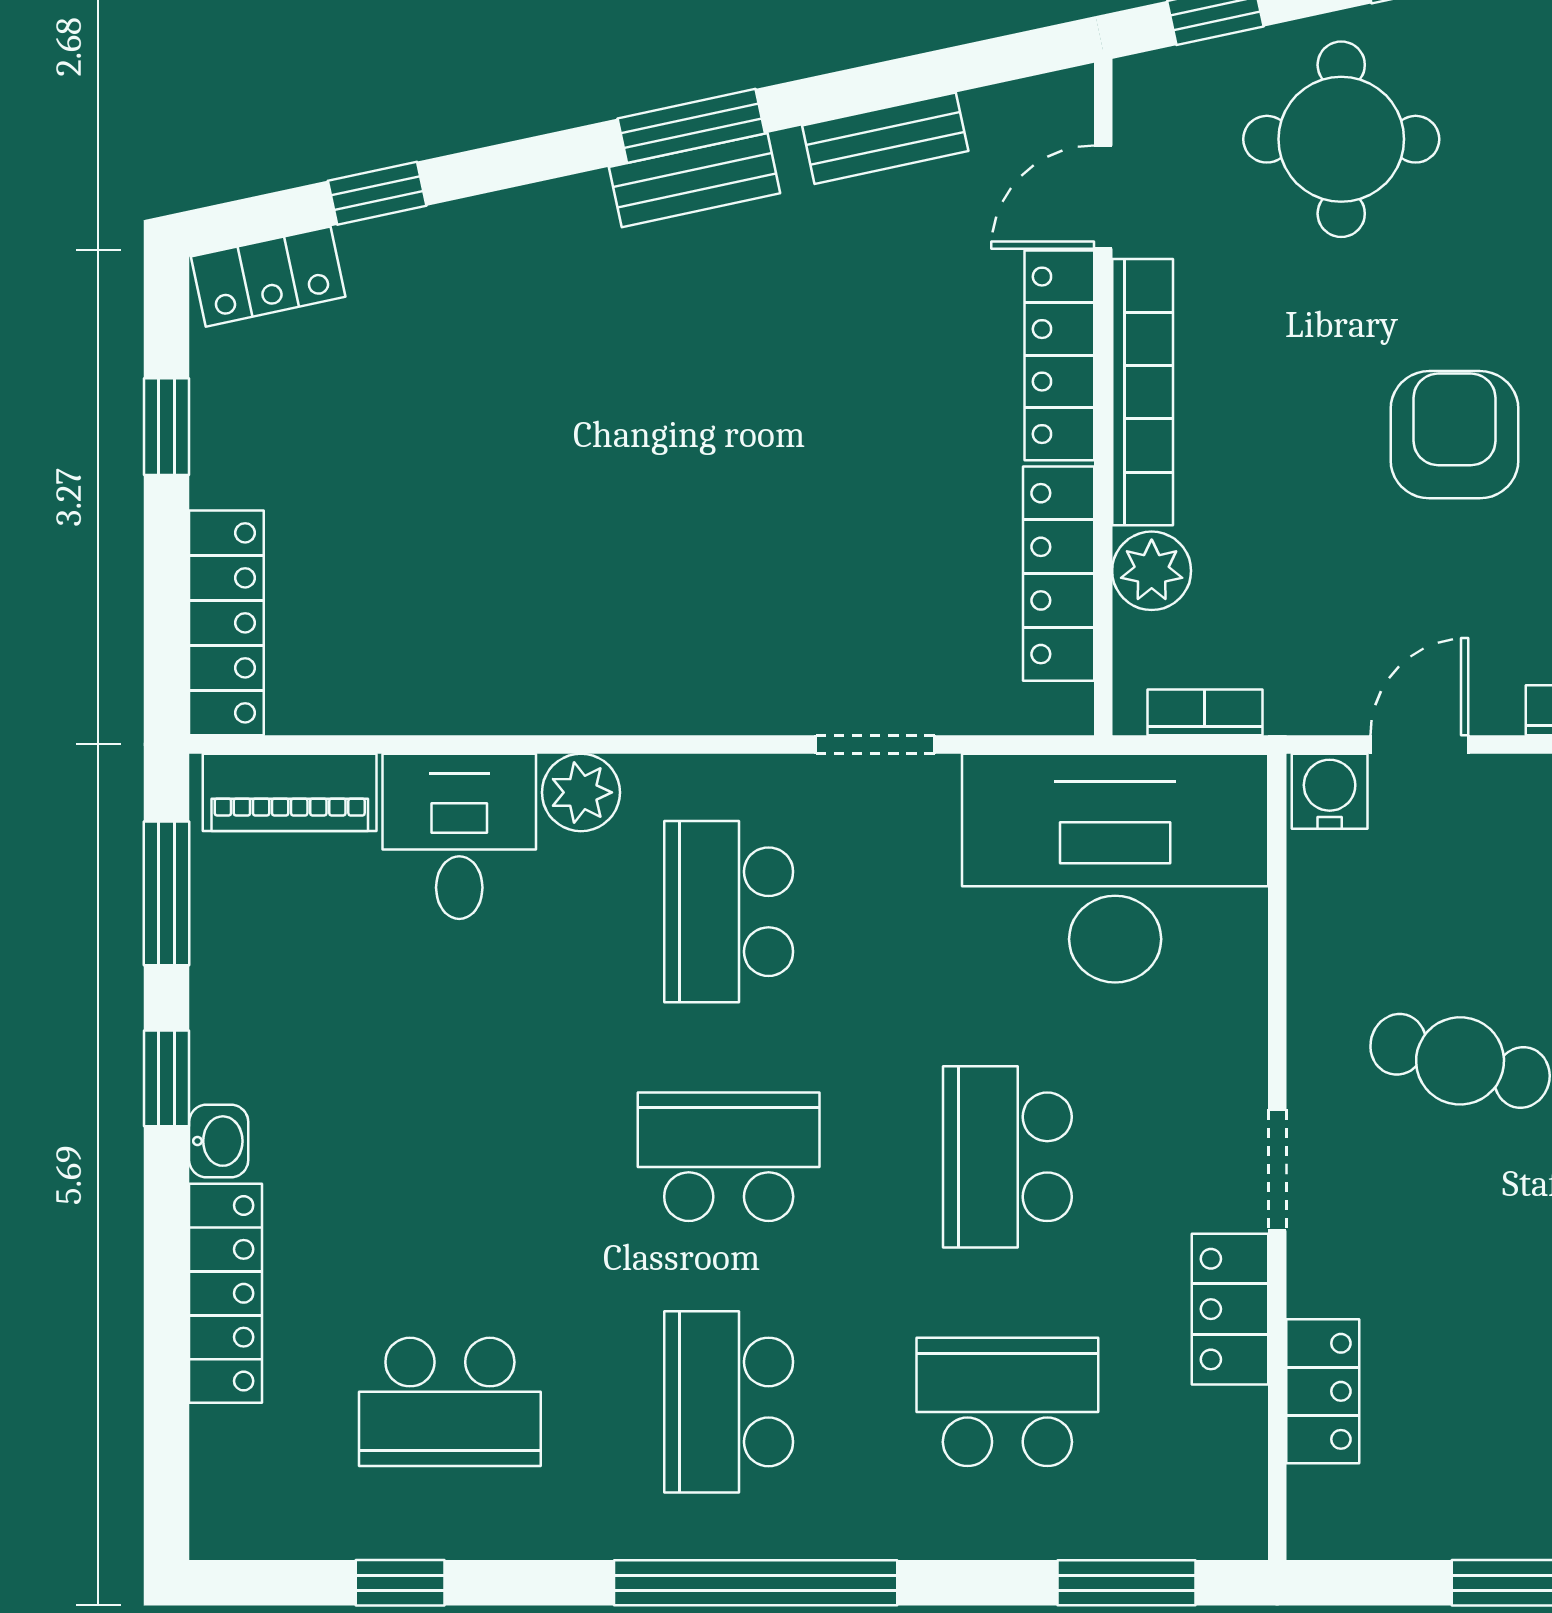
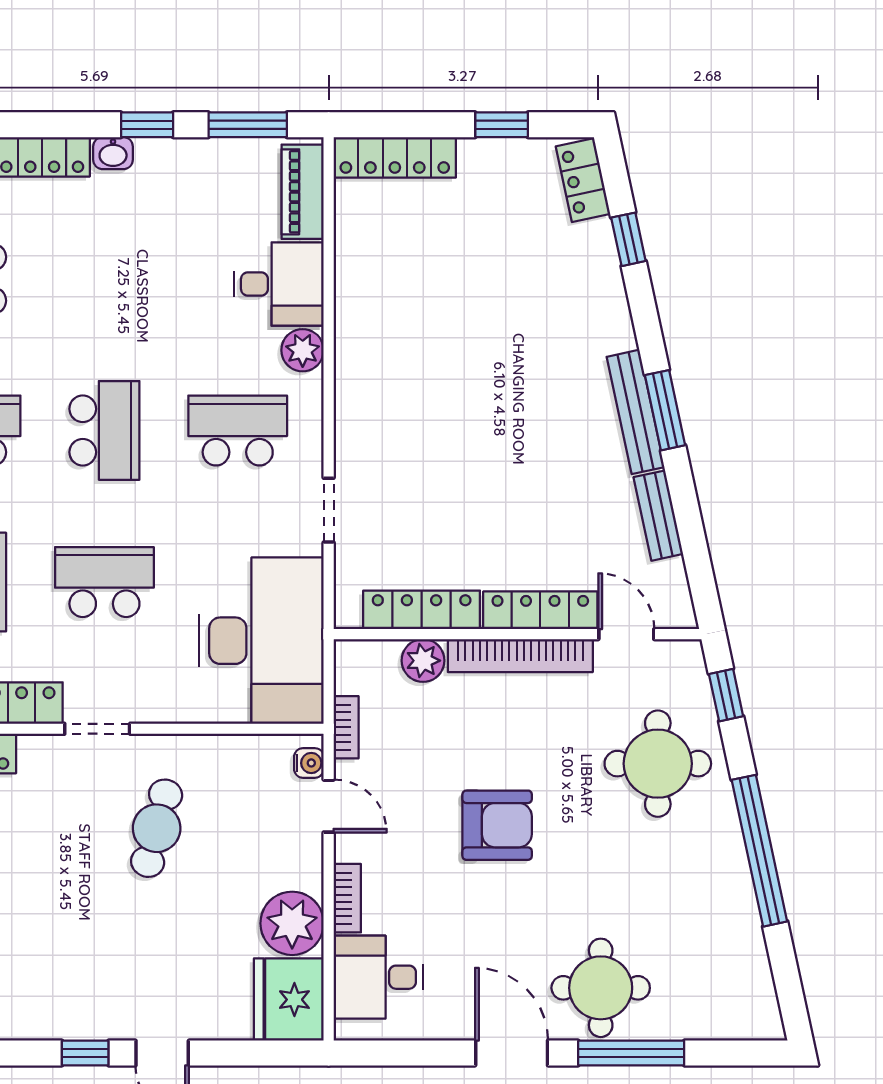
bench: (695, 180) -> (636, 412), width x1.36
bookcase: (1205, 712) -> (346, 727), moved
water cooler: (1330, 791) -> (309, 763), width x0.72, depth x0.72

